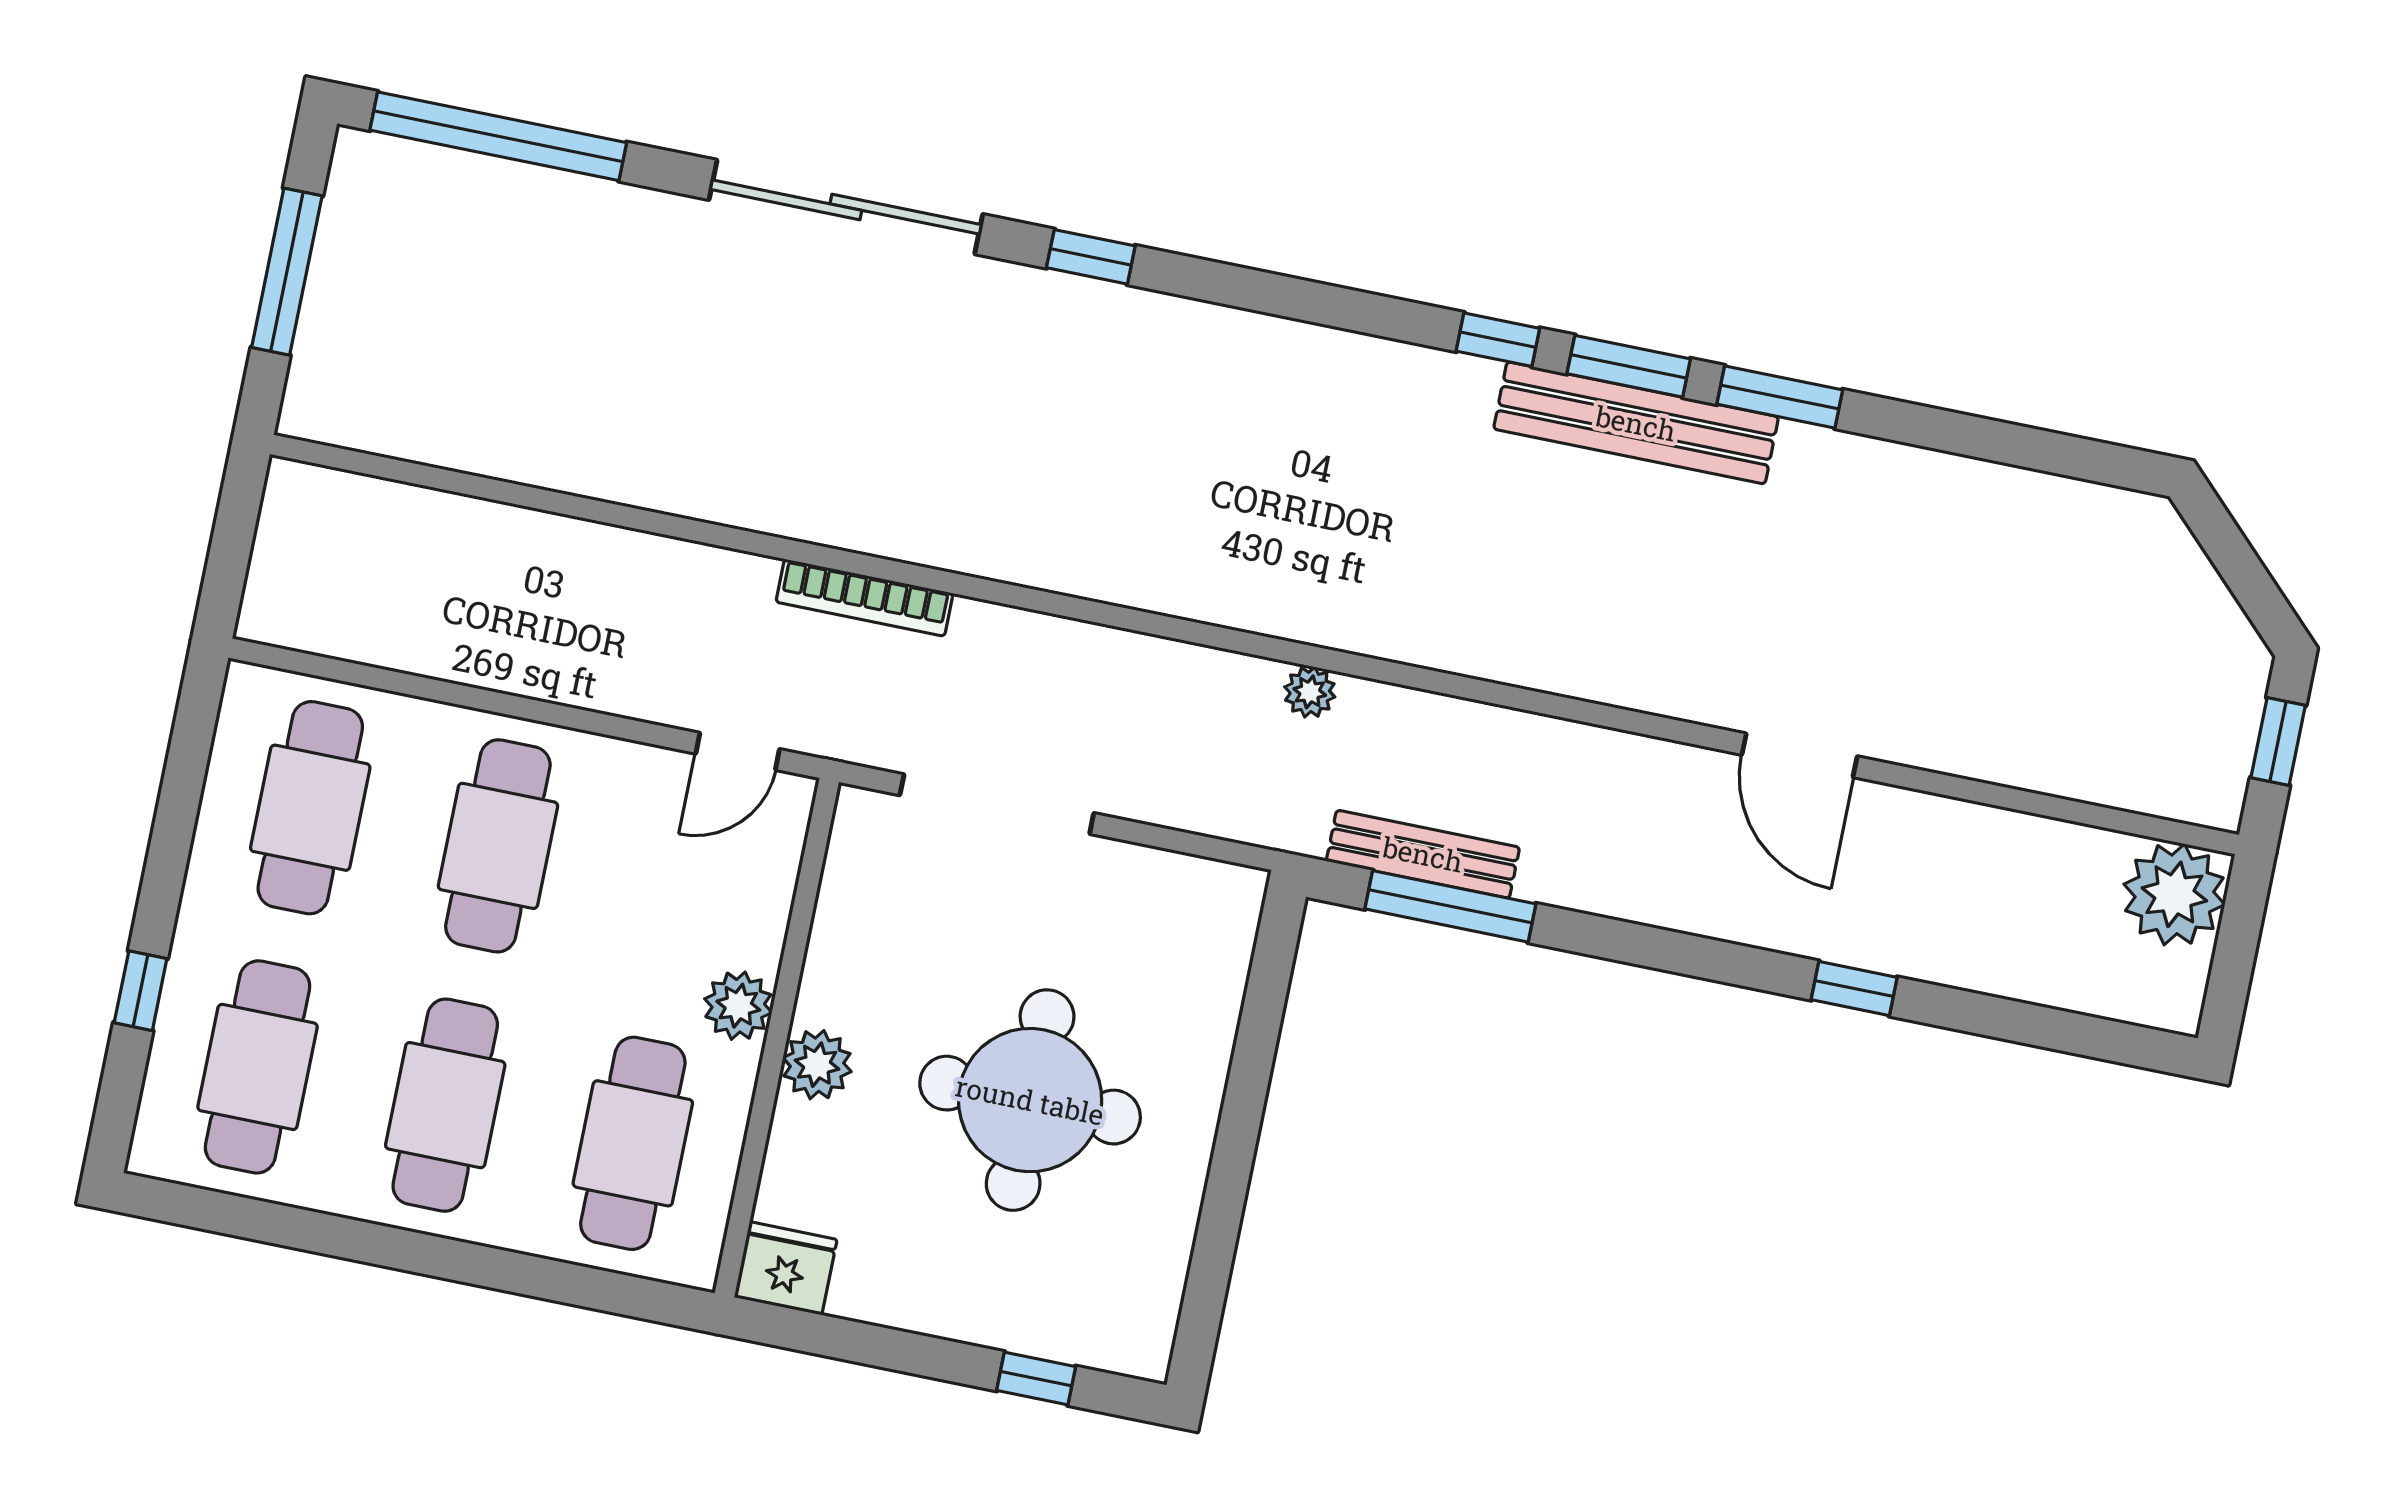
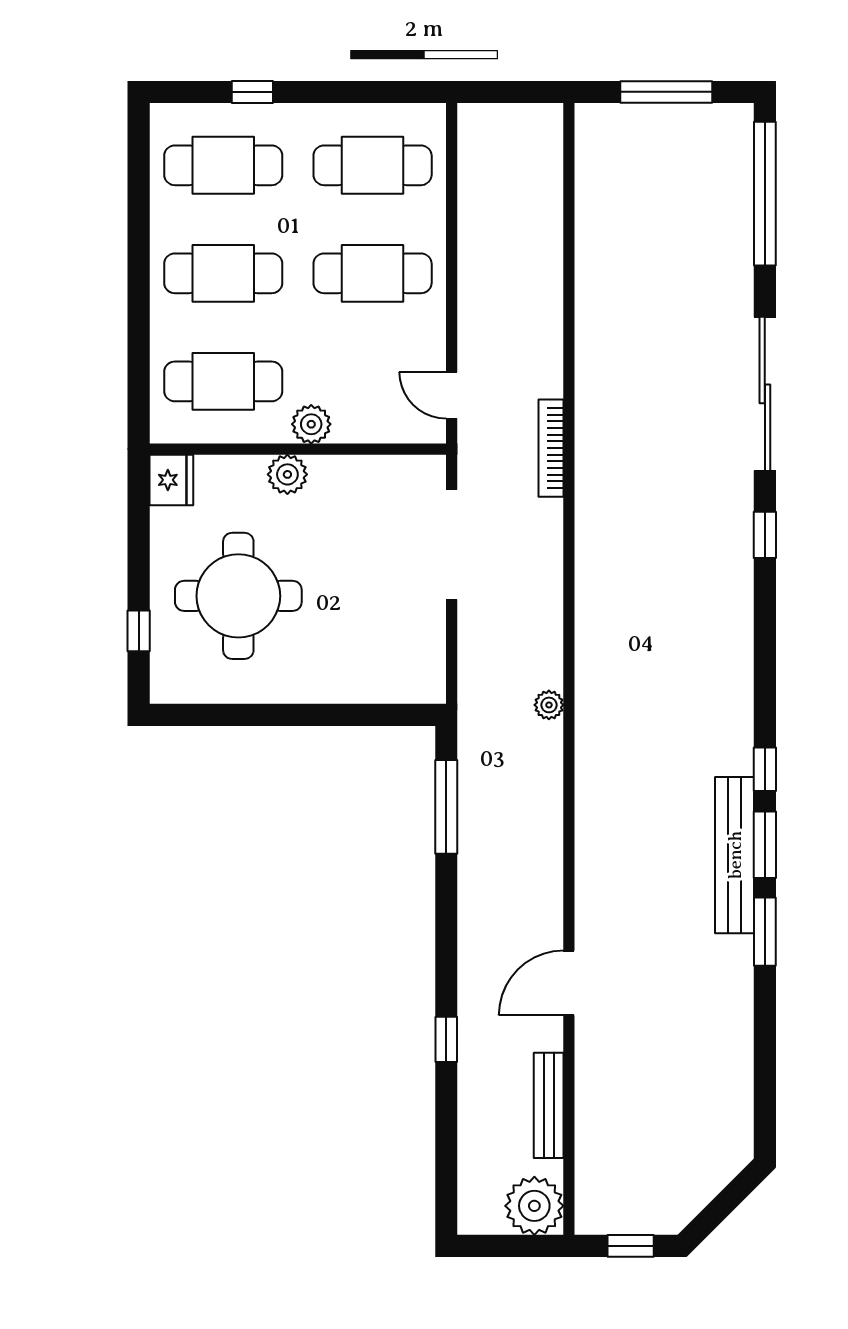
bench: (1423, 854) -> (549, 1105), moved
round table: (1030, 1100) -> (238, 596), moved

